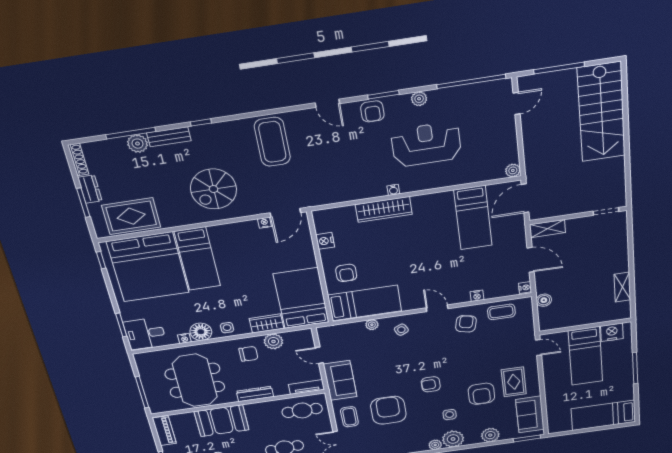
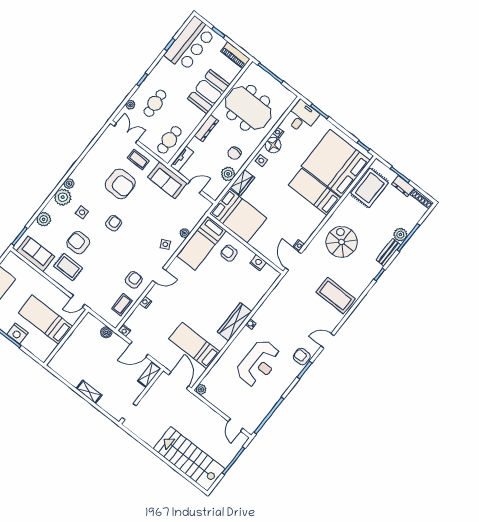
plant: (419, 99) -> (285, 384), removed
wardrobe: (384, 209) -> (235, 322), moved
shelving: (622, 287) -> (89, 392), moved
armchair: (466, 324) -> (134, 280), turned -103
nightstand: (612, 332) -> (17, 333), moved, turned 90

